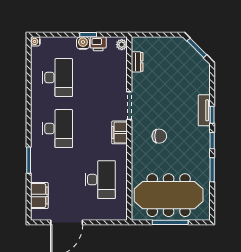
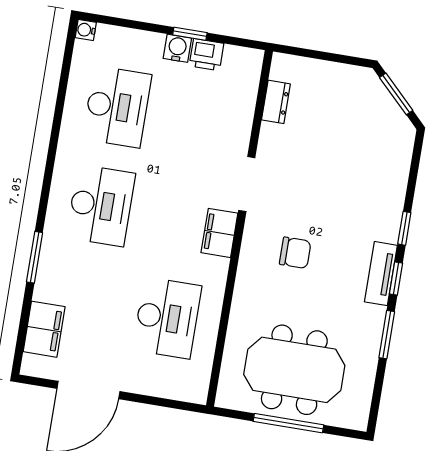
plant: (122, 45) -> (252, 64), removed
tv unit: (204, 110) -> (381, 274), moved
meeting table: (169, 195) -> (294, 370), width x0.73

